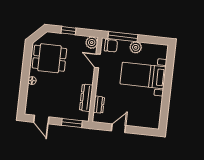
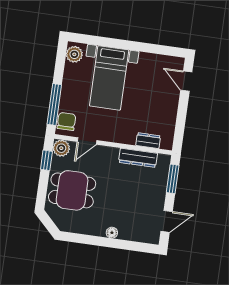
window: (69, 31) -> (46, 160), moved
plant: (136, 47) -> (74, 54), moved
dining table: (49, 58) -> (72, 190), moved, turned 90
door: (118, 128) -> (186, 81), moved

